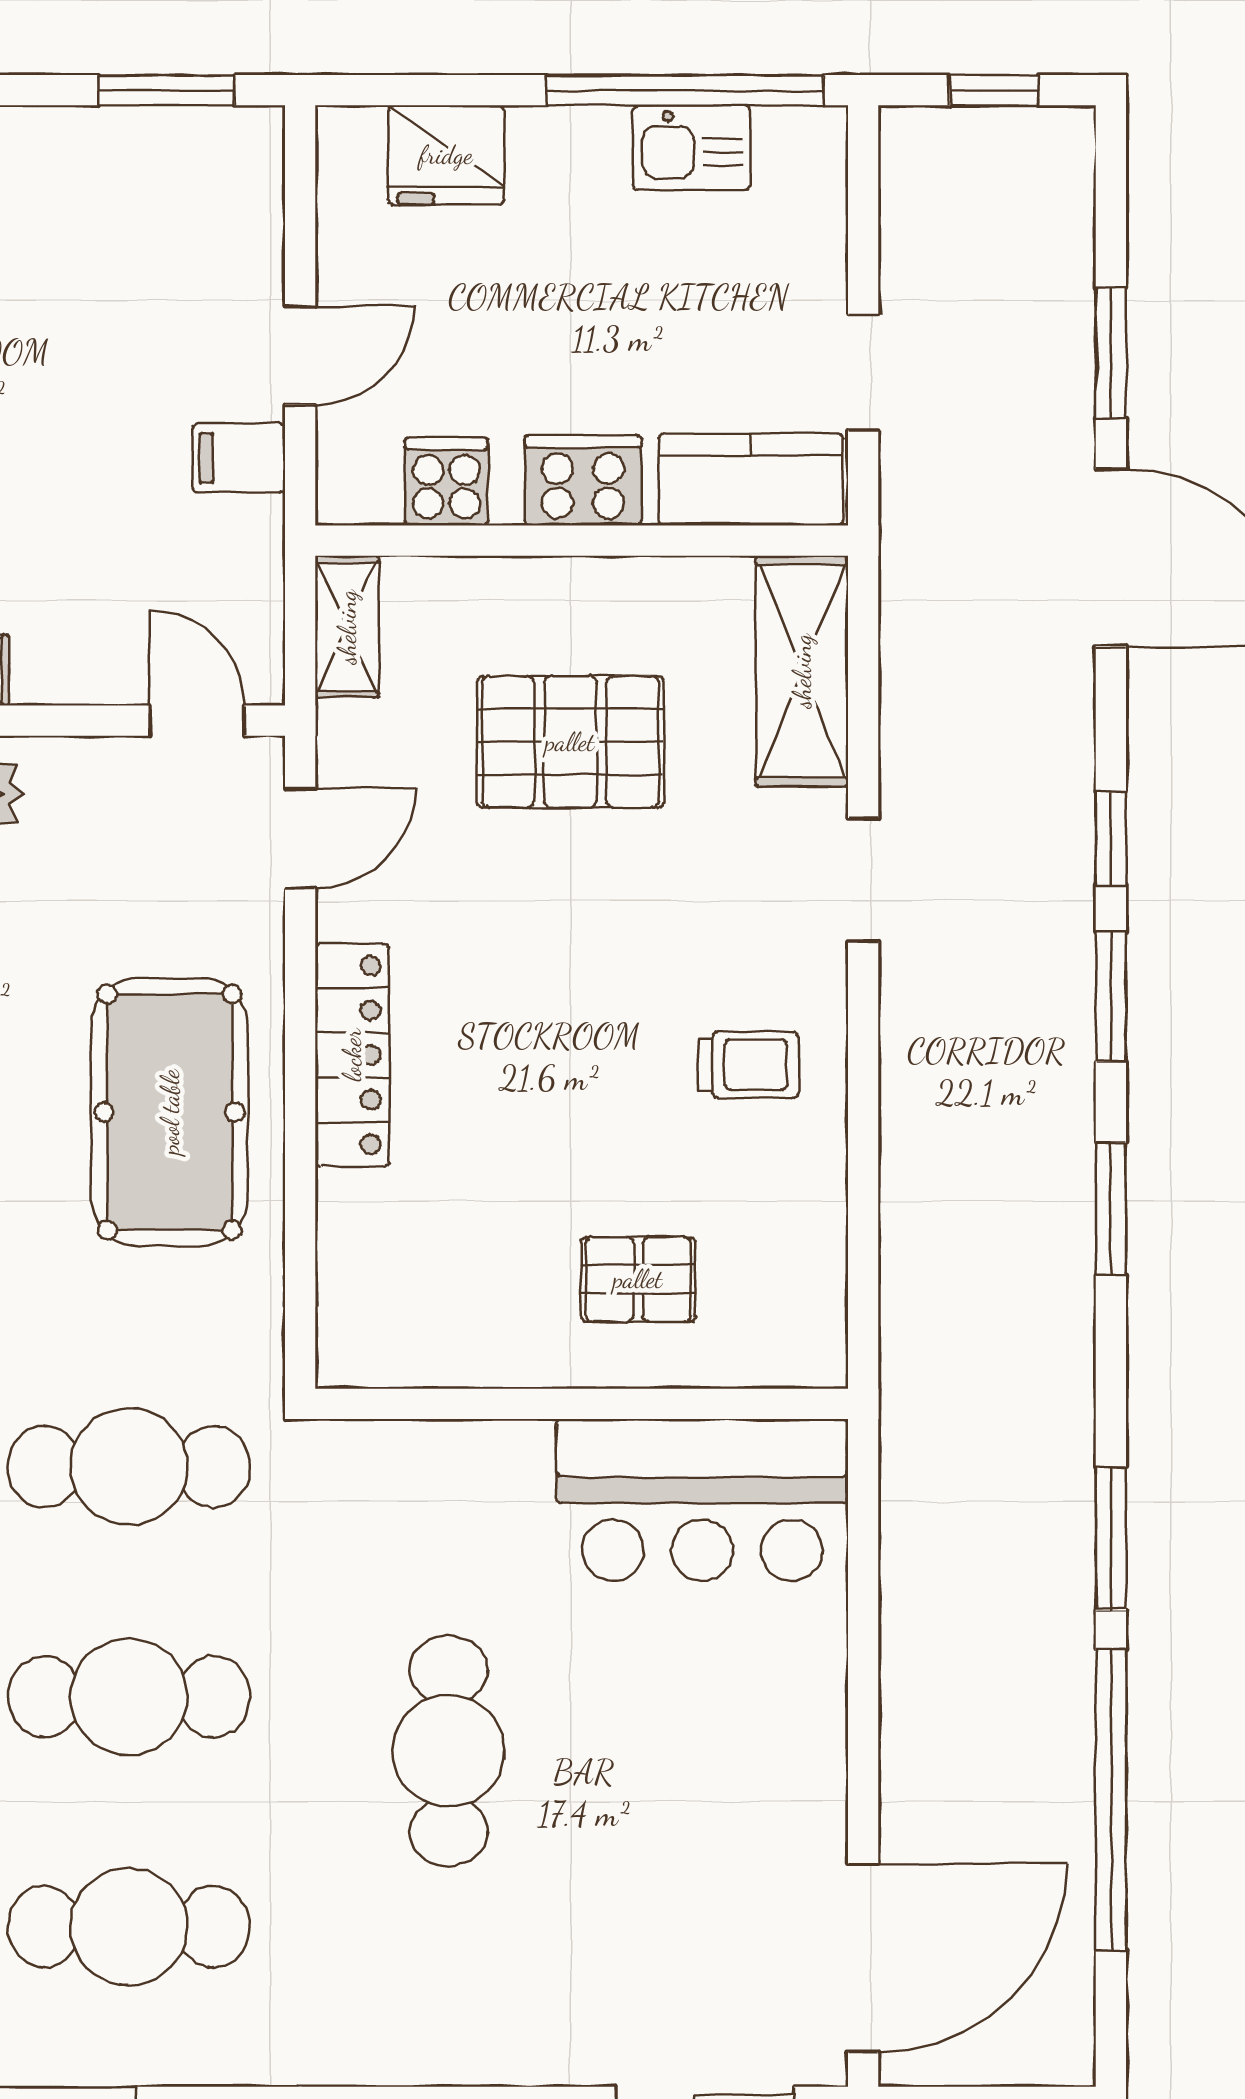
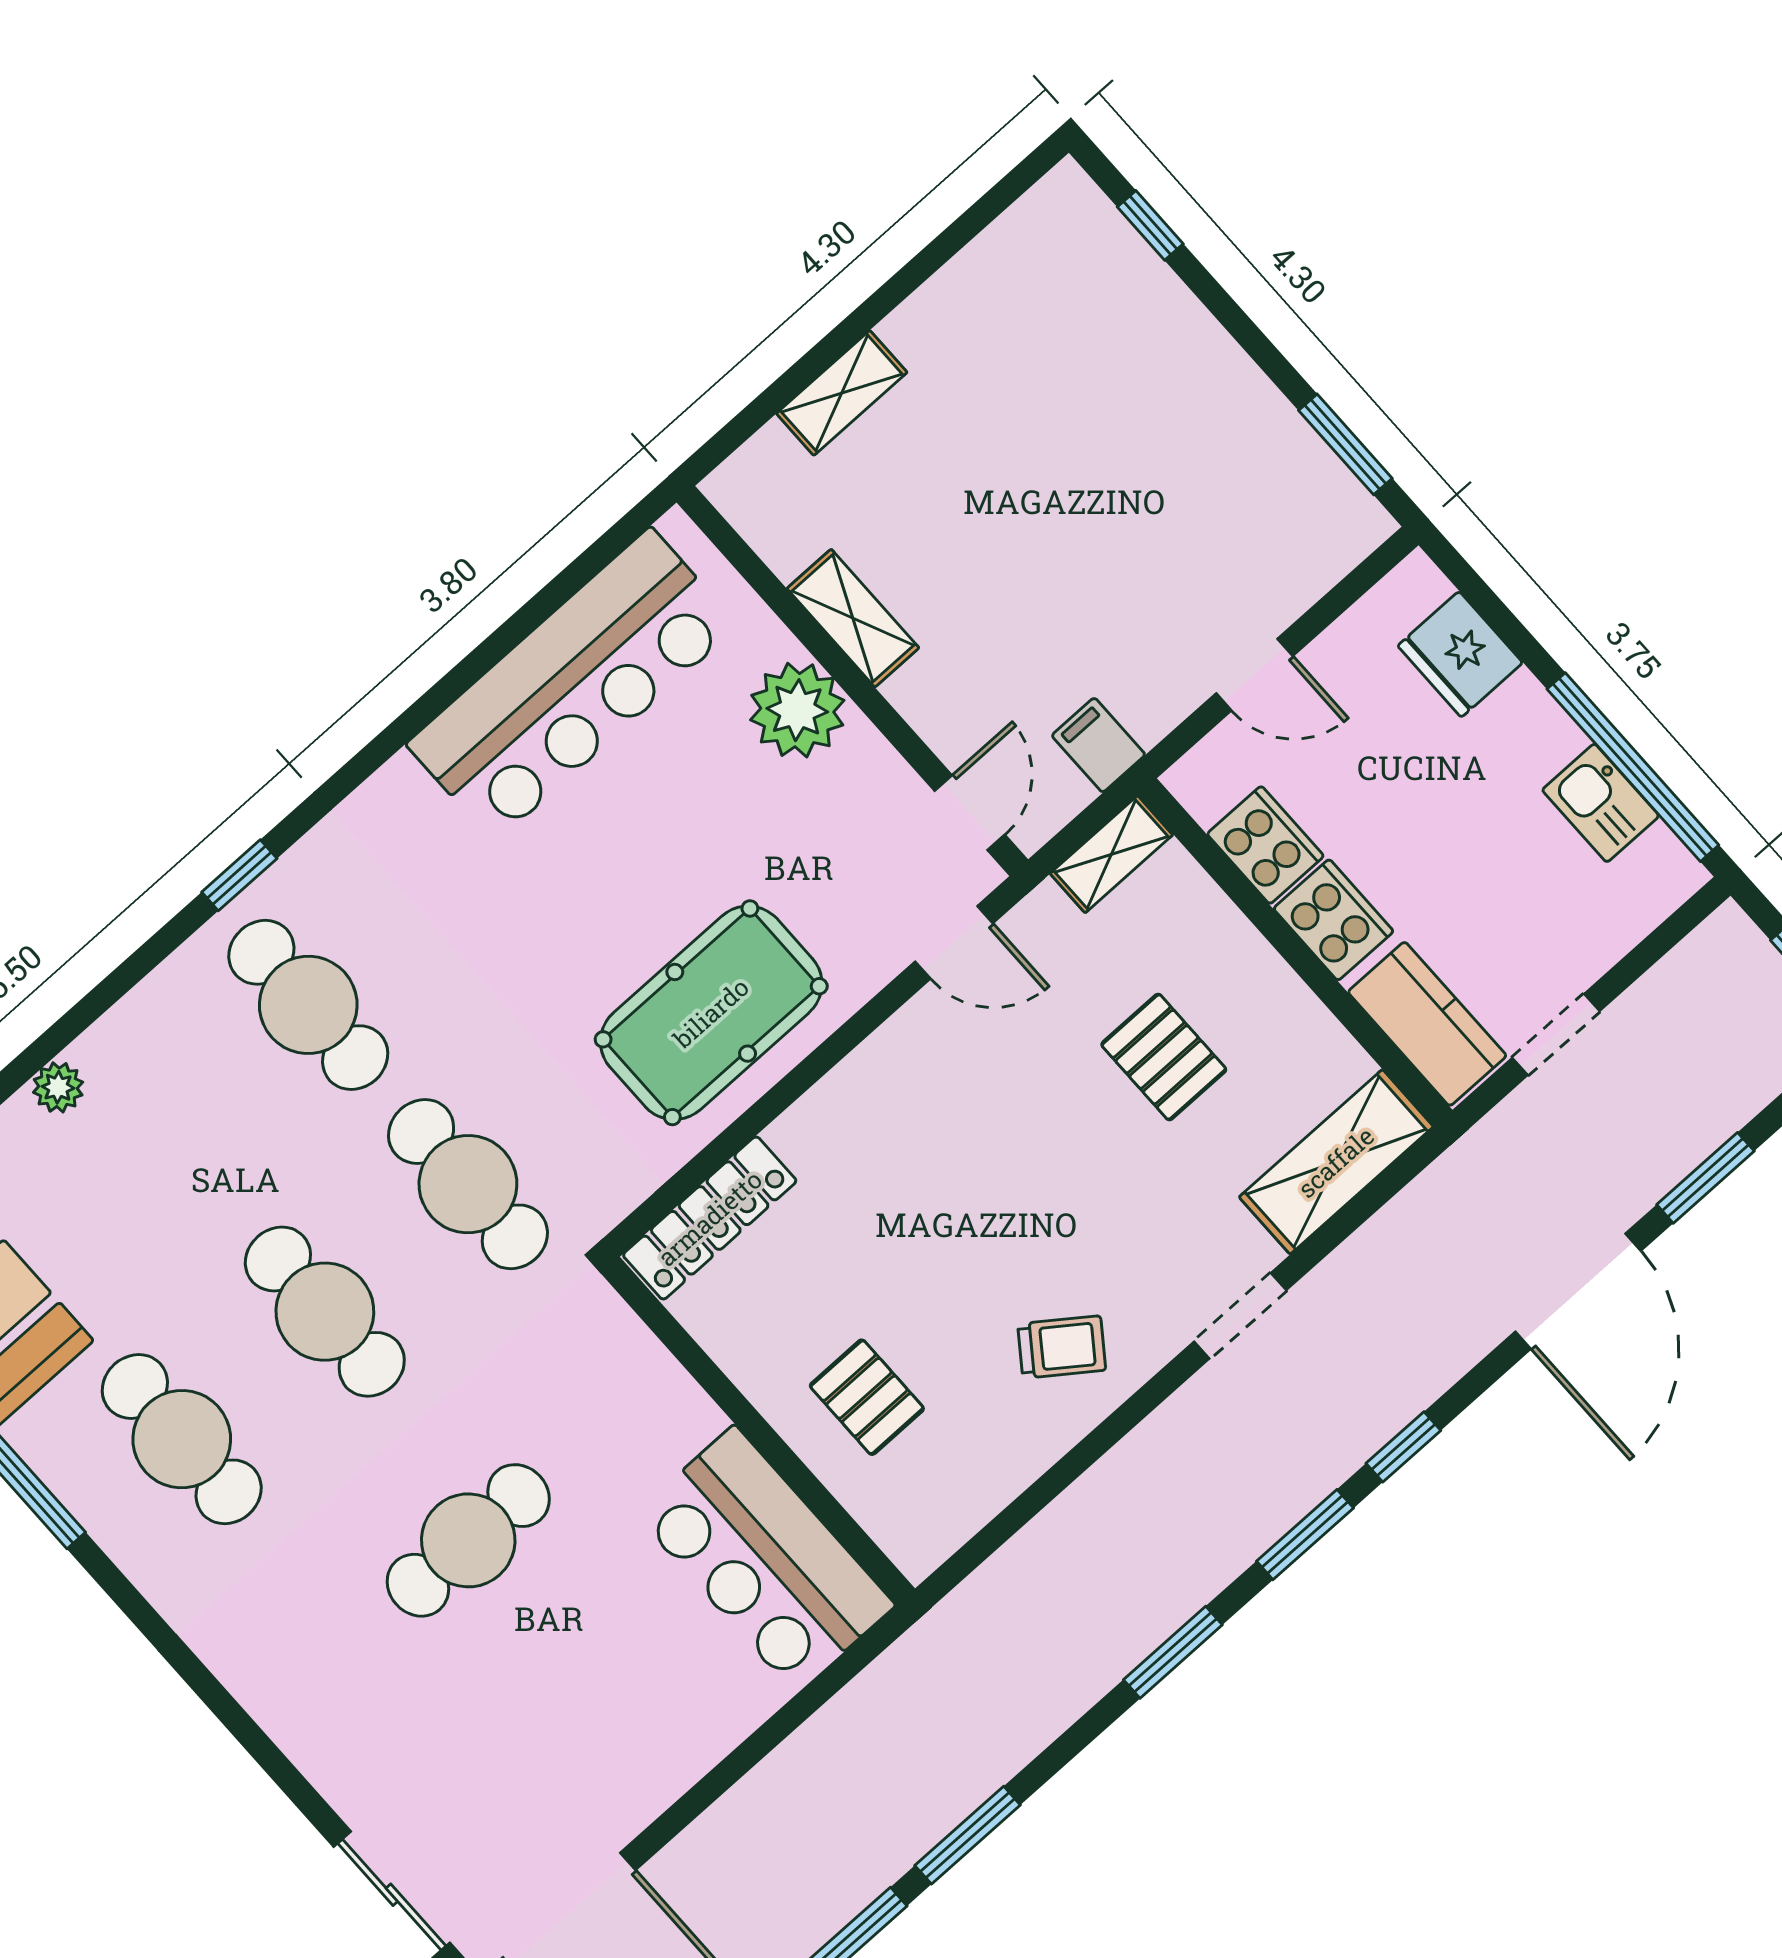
filing cabinet: (239, 458) -> (1098, 745), moved
cooker: (447, 482) -> (1265, 845), width x1.36
pallet: (570, 742) -> (1164, 1057), width x0.67, depth x0.71
locker: (352, 1055) -> (710, 1218), moved
trolley: (749, 1065) -> (1062, 1347), turned -54

